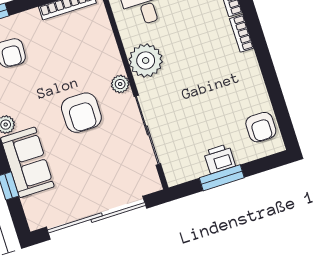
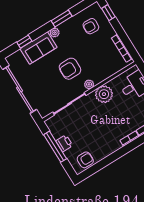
armchair: (261, 127) -> (85, 160), turned 180
window: (222, 178) -> (55, 147), width x1.44

